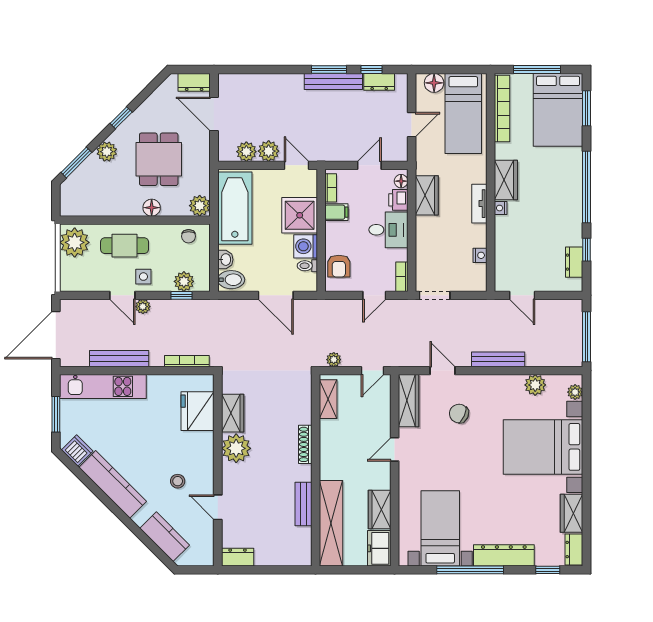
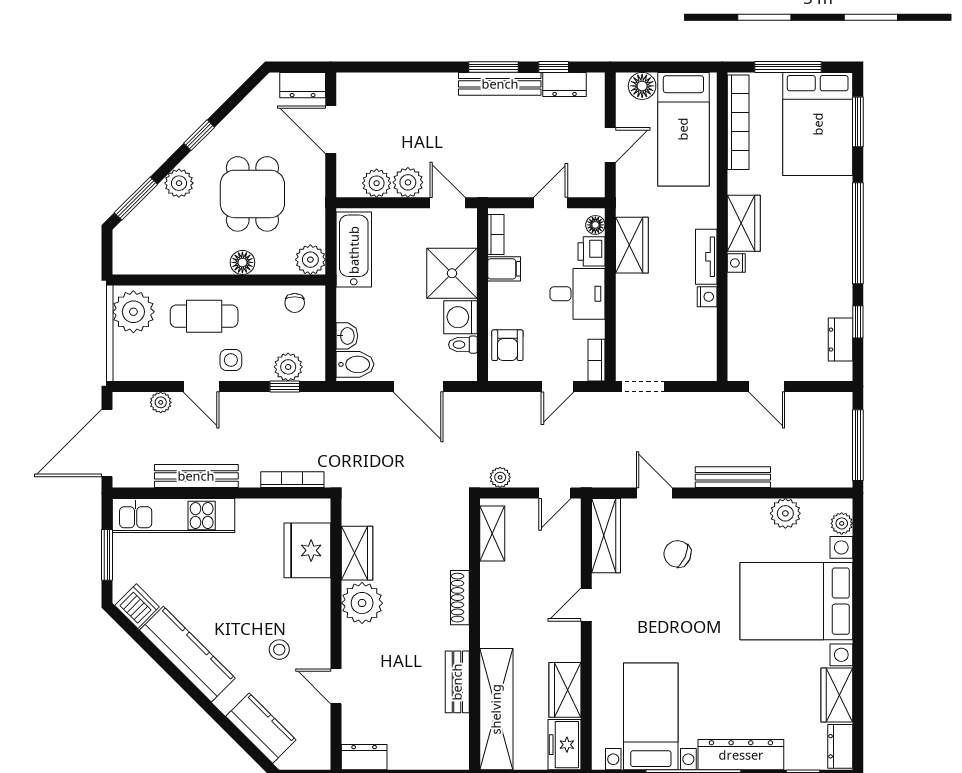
bathtub: (235, 208) -> (354, 250), width x0.73, depth x0.73
nightstand: (480, 255) -> (707, 297), moved
plant: (143, 307) -> (161, 402), moved

